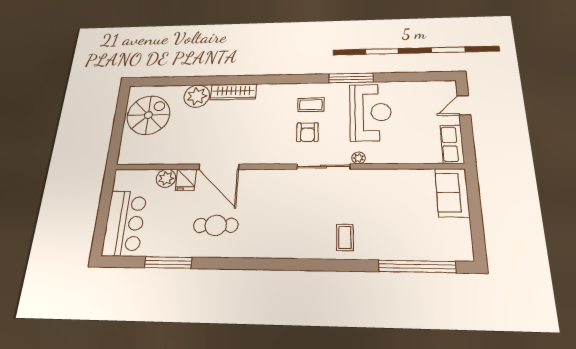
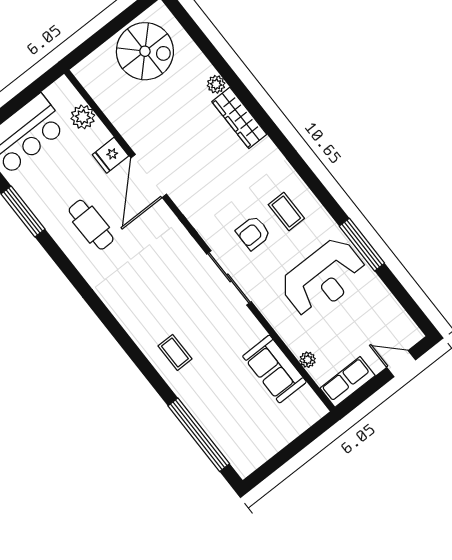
window: (351, 78) -> (362, 245), moved
plant: (197, 96) -> (216, 84), width x0.53, depth x0.53
plant: (359, 158) -> (308, 360), moved
plant: (166, 178) -> (83, 117), moved
sofa: (452, 193) -> (274, 369), moved, turned -90
coffee table: (345, 237) -> (175, 352), turned 90

